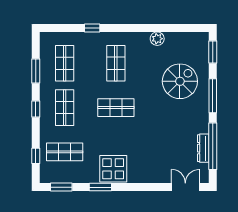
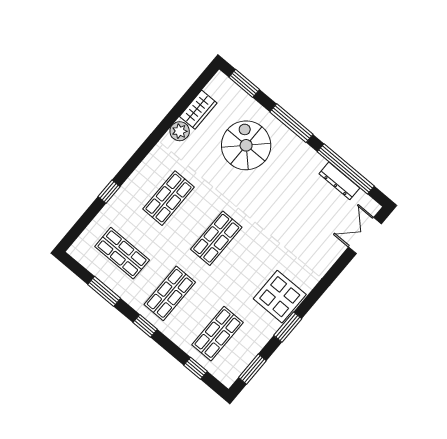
wardrobe: (177, 39) -> (198, 110), added
shop shelf: (116, 63) -> (168, 198), turned 90
shop shelf: (65, 108) -> (170, 293), turned 90

